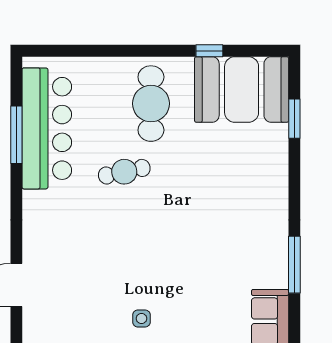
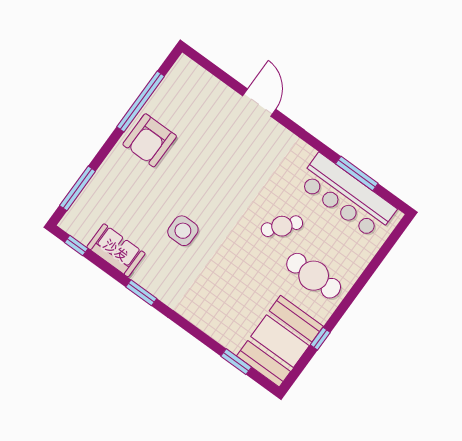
cafe table: (124, 172) -> (282, 226), turned 52
window: (294, 265) -> (141, 293), width x0.69
side table: (141, 318) -> (183, 231), moved, width x1.87, depth x1.87

